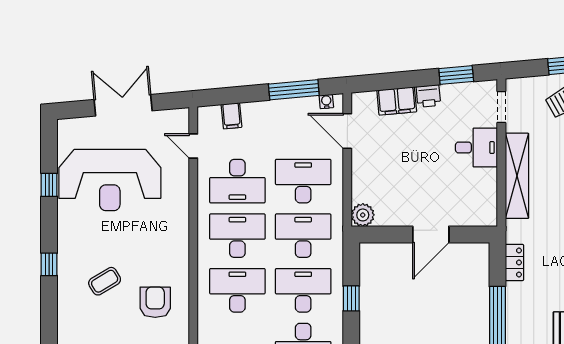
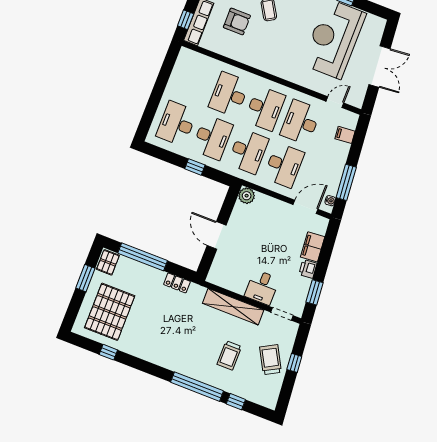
desk: (237, 290) -> (229, 94), turned 180
armchair: (155, 302) -> (237, 21), moved

